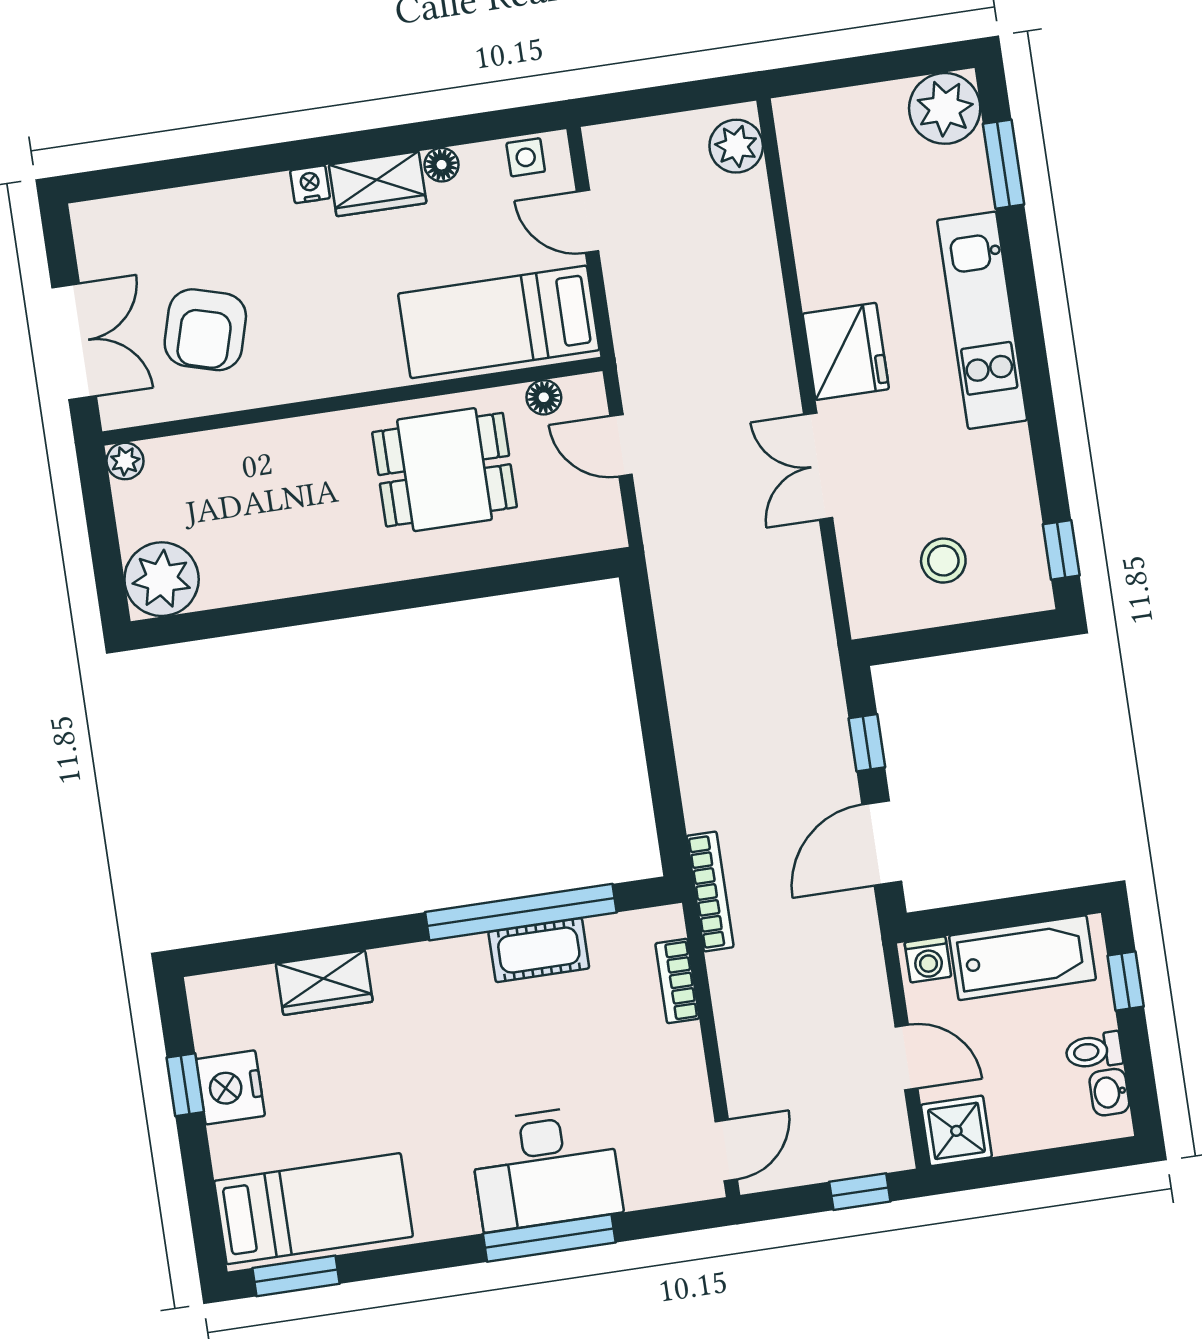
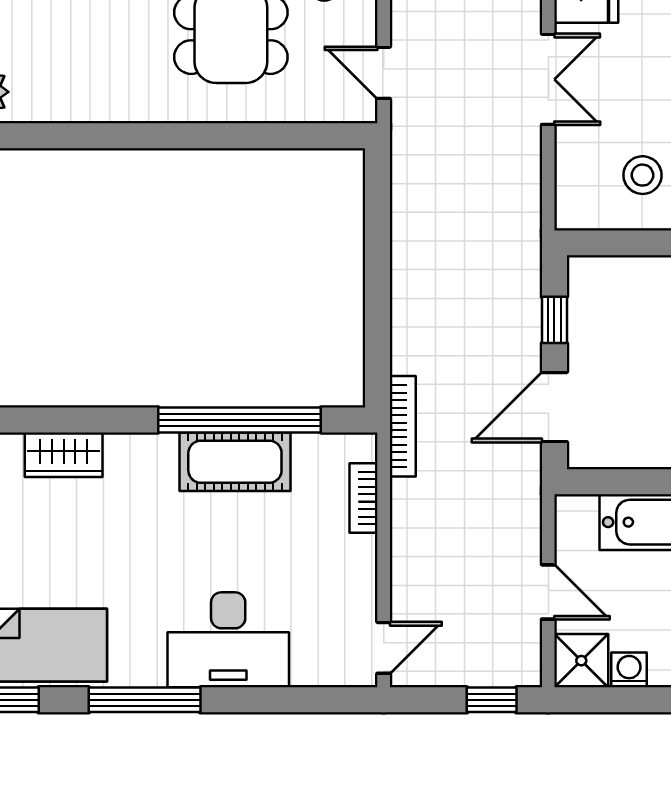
door: (621, 445) -> (384, 73), moved
double door: (818, 466) -> (548, 79), swing flipped
cot: (539, 950) -> (235, 462), width x1.37, depth x1.34
washing machine: (928, 959) -> (629, 670), moved, turned 180
window: (549, 1238) -> (145, 700), moved

